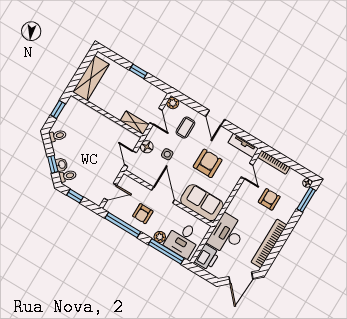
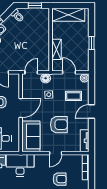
door: (156, 116) -> (69, 72), swing flipped
shelving: (135, 123) -> (57, 49), moved
door: (247, 171) -> (56, 153), moved

